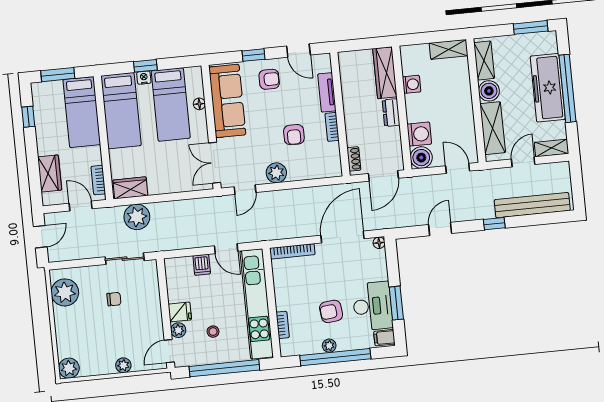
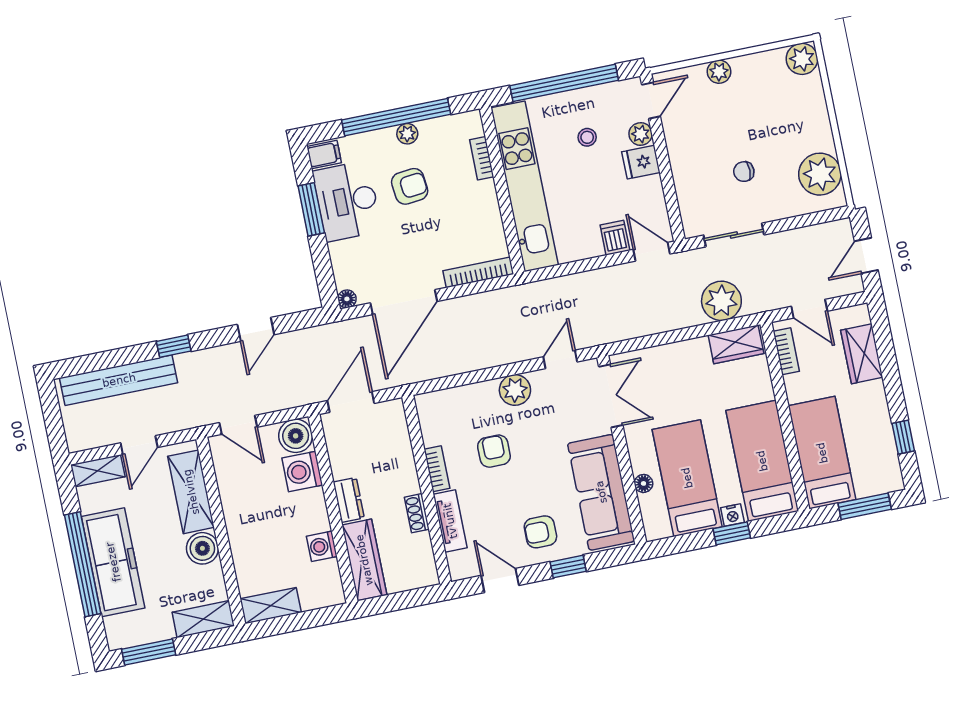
shelving: (484, 60) -> (203, 619), moved, turned 90
shoe rack: (354, 159) -> (417, 513), moved
door: (226, 249) -> (652, 252), moved

